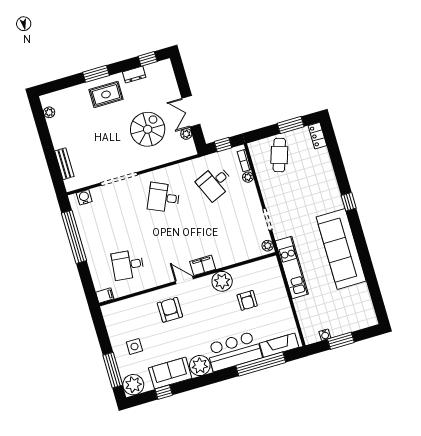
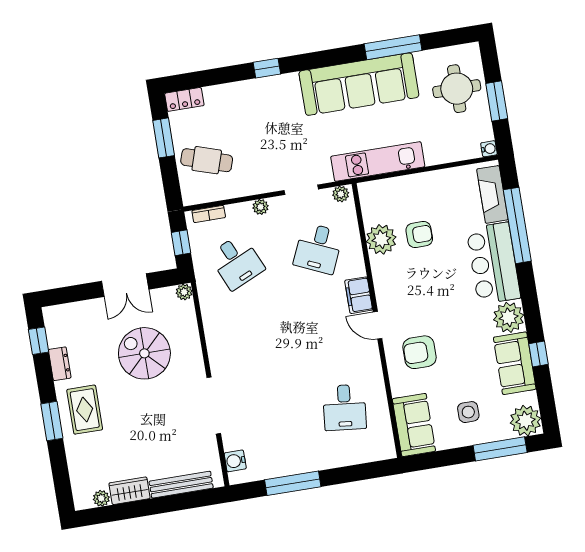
wardrobe: (56, 130) -> (129, 491), added
plant: (186, 134) -> (184, 292), moved
bench: (64, 164) -> (181, 485), width x1.36
plant: (248, 177) -> (260, 207), moved
desk: (164, 198) -> (318, 248), moved
window: (349, 202) -> (267, 68), moved
window: (74, 237) -> (293, 483), width x0.68
window: (368, 269) -> (393, 47), added
door: (184, 280) -> (378, 325), hinge flipped
plant: (222, 281) -> (381, 239), moved
filing cabinet: (105, 295) -> (386, 448), removed
sofa: (122, 312) -> (414, 425), added
round table: (346, 314) -> (457, 89), added
water cooler: (325, 335) -> (489, 149), moved
window: (164, 392) -> (539, 354), moved

